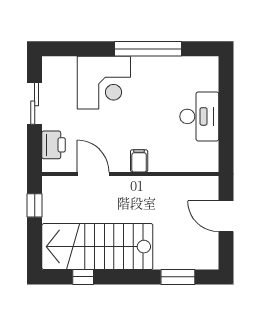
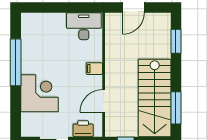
desk: (199, 116) -> (84, 26), moved
window: (83, 277) -> (176, 108), width x2.17

